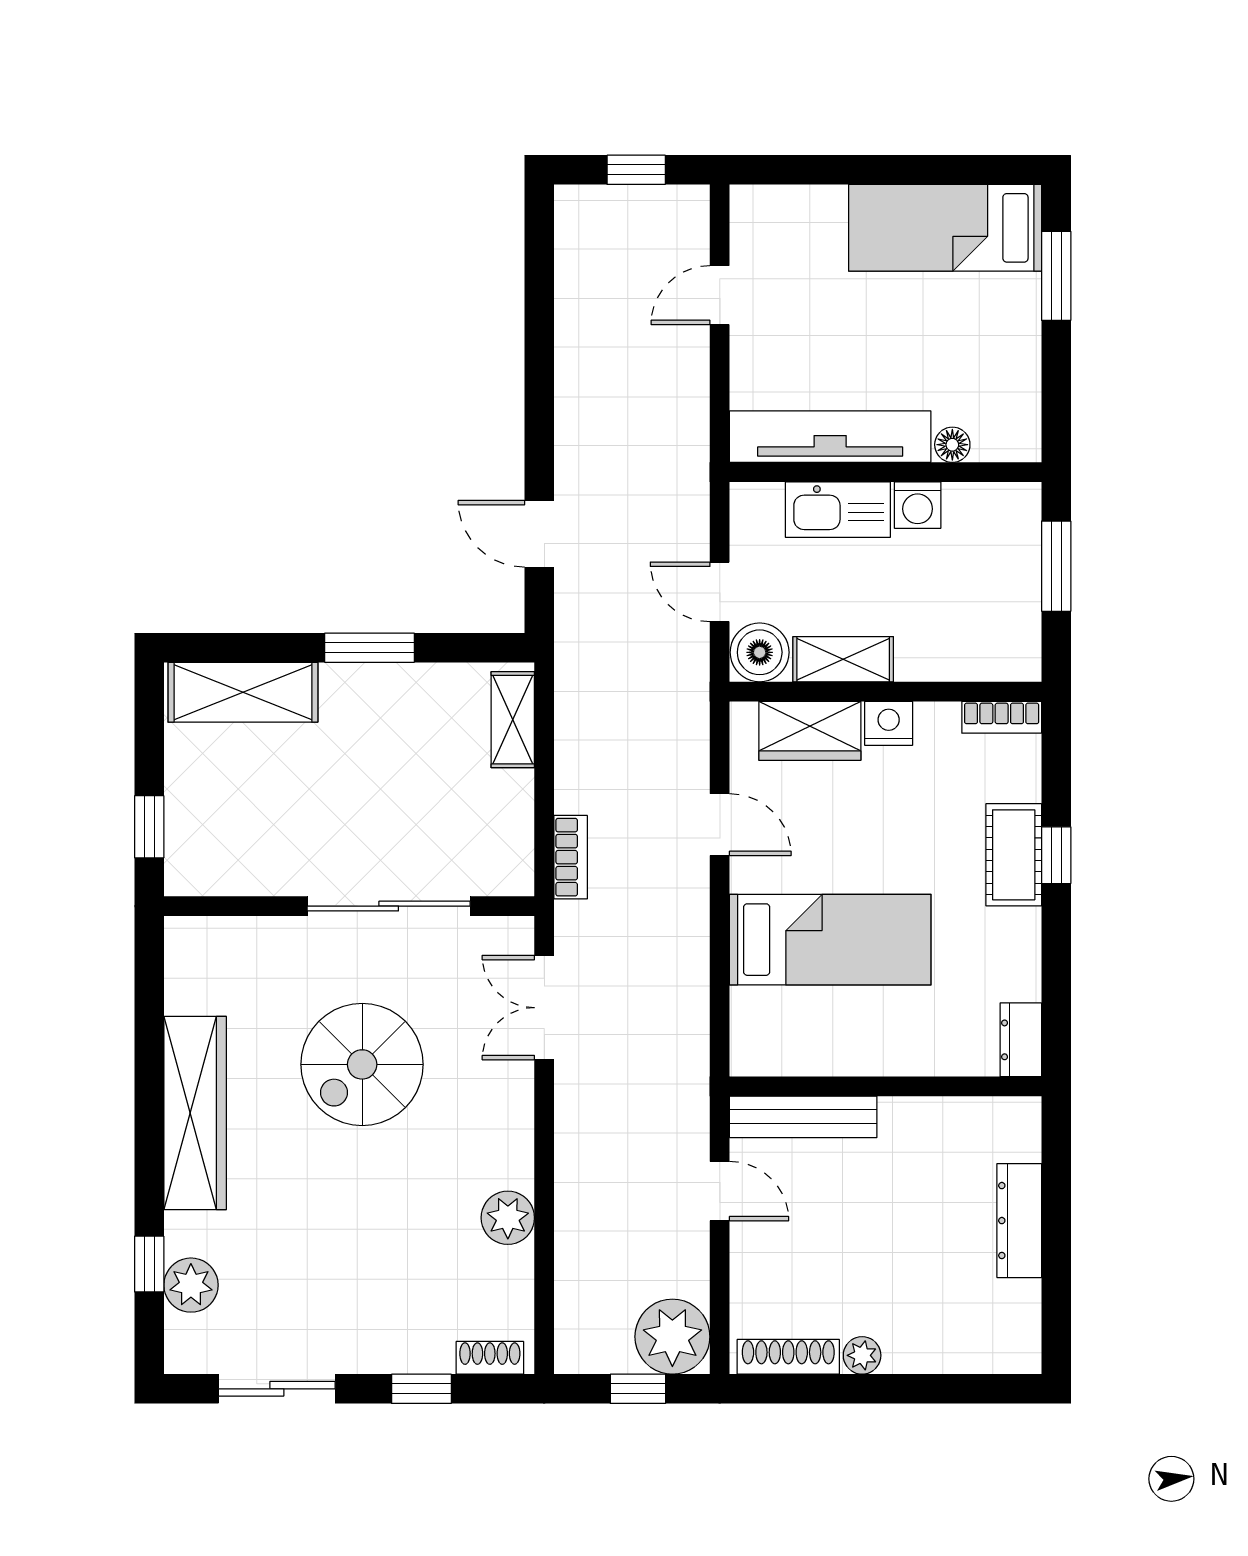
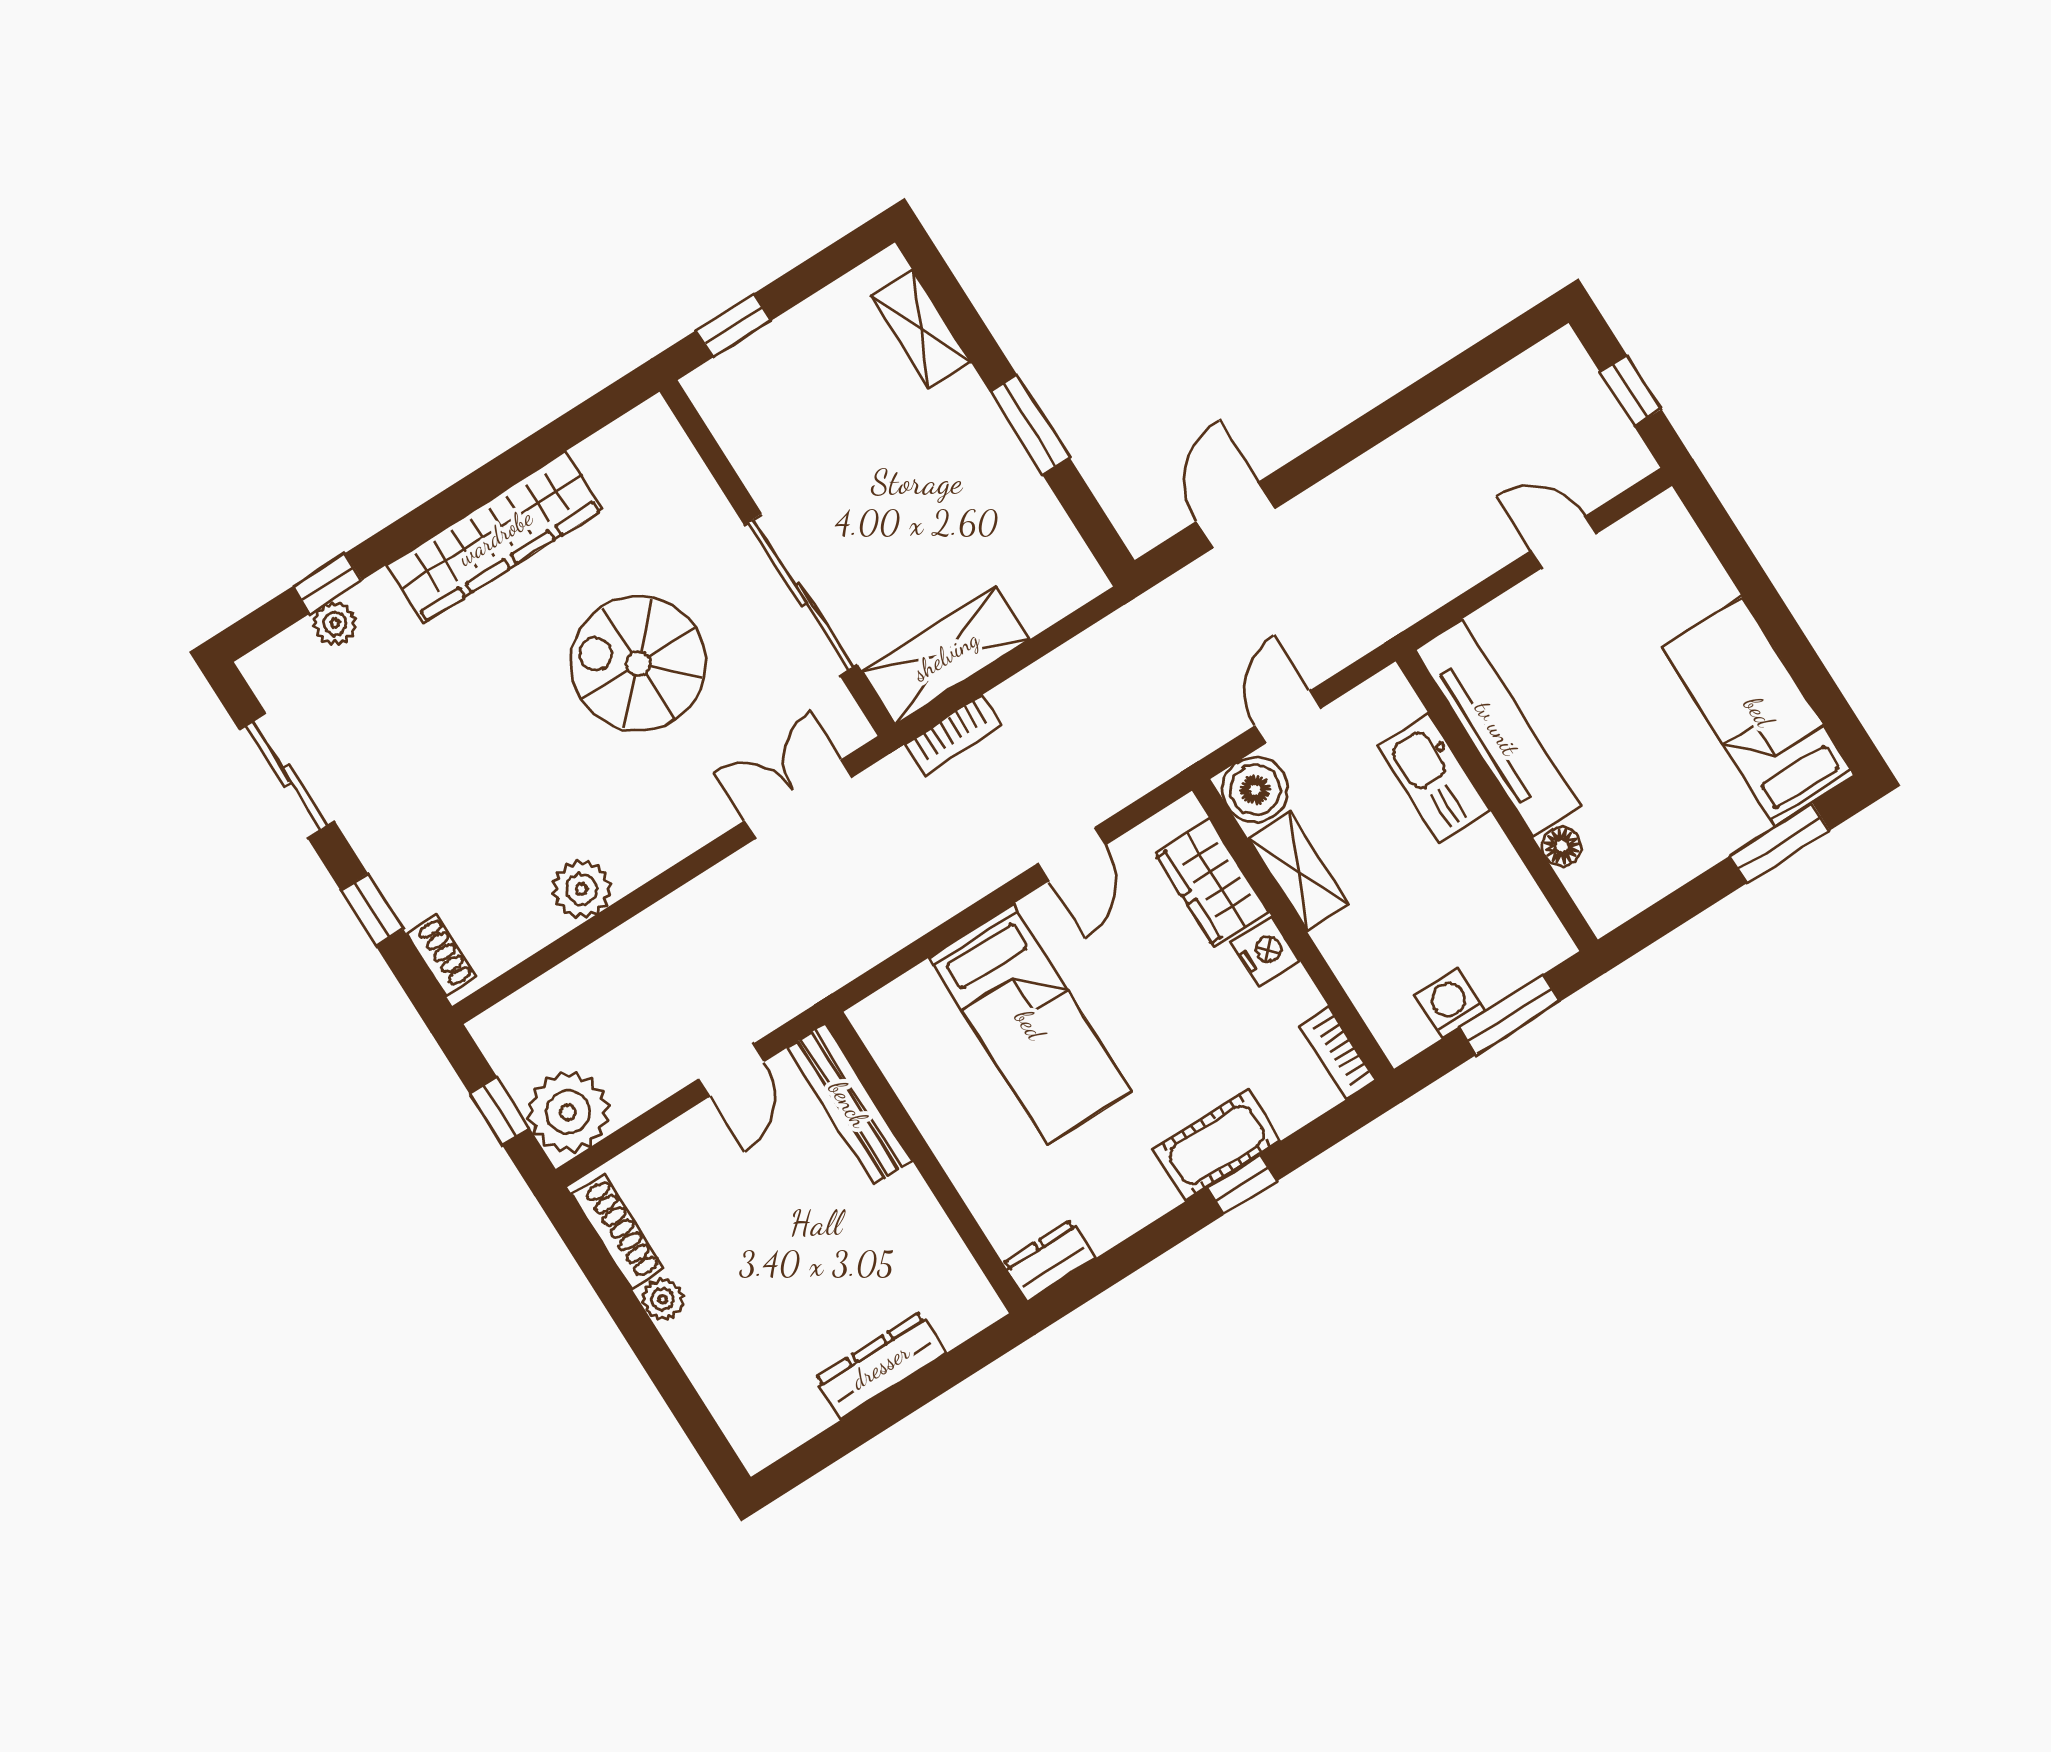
washing machine: (918, 505) -> (1450, 1003), moved, turned 90
shelving: (243, 692) -> (921, 329), width x0.67, depth x0.75
shelving: (513, 720) -> (946, 655), moved, width x1.50, depth x1.33
plant: (191, 1285) -> (335, 623), width x0.73, depth x0.73

